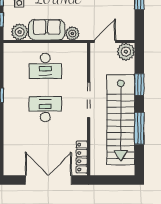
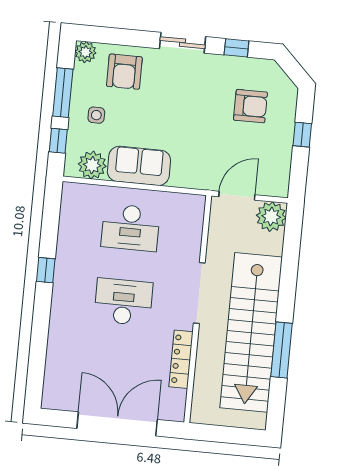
plant: (72, 33) -> (182, 176), removed
window: (139, 85) -> (289, 275), removed
locker: (82, 157) -> (181, 359), moved

